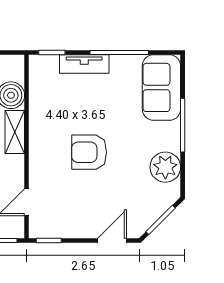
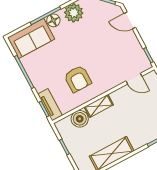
tv unit: (84, 64) -> (50, 105), moved
floor lamp: (170, 133) -> (53, 20), added
armchair: (89, 152) -> (78, 79), moved

